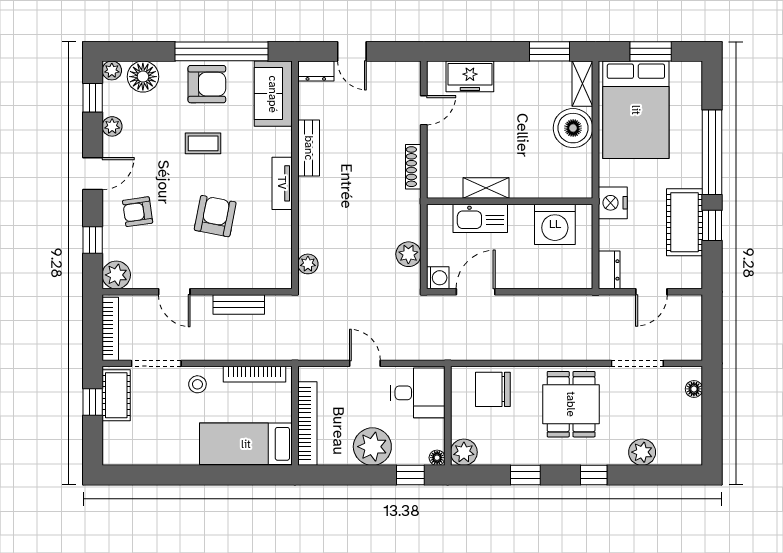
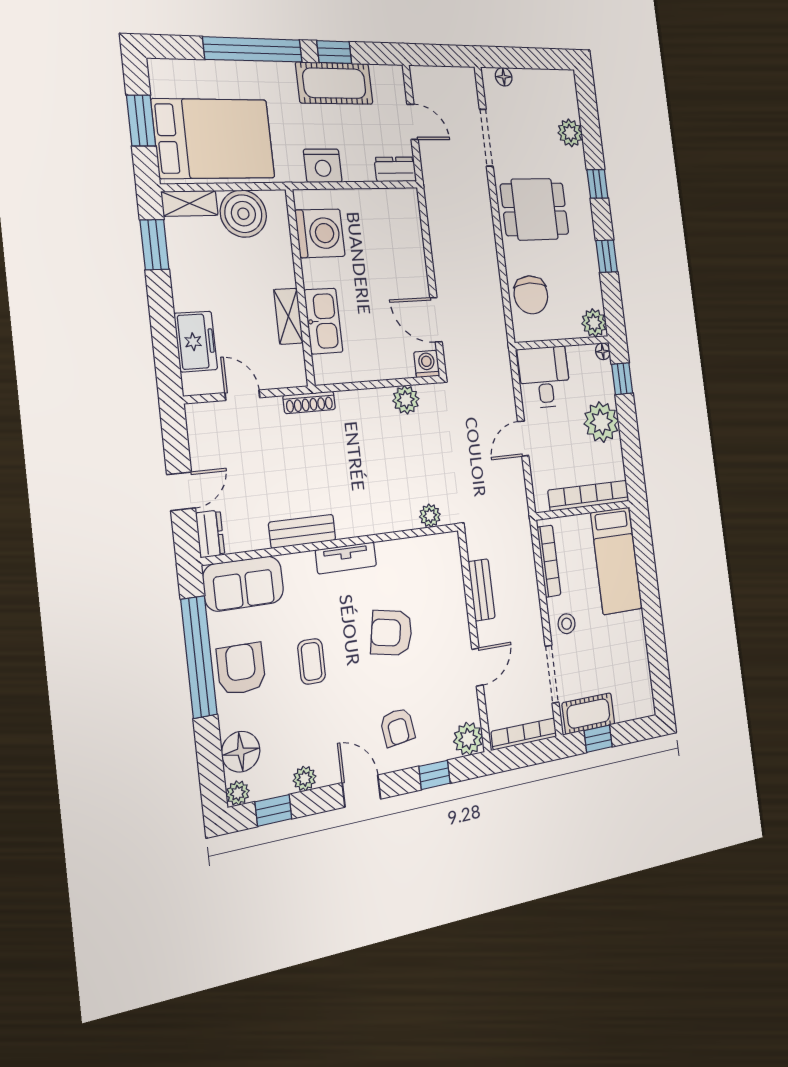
shelving: (486, 188) -> (288, 316), moved
wall: (510, 201) -> (300, 287), moved
kitchen sink: (480, 218) -> (323, 321), moved
washing machine: (555, 224) -> (320, 233), moved

